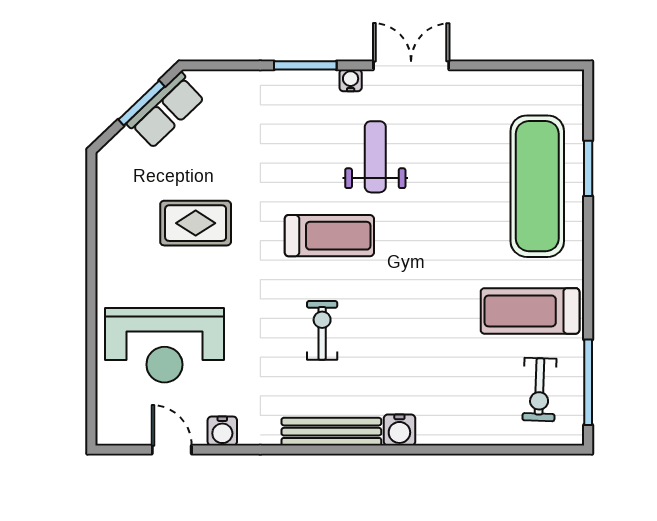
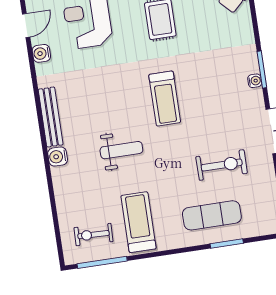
water cooler: (351, 80) -> (255, 81), moved
weight bench: (375, 157) -> (121, 150), moved
exercise mat: (537, 186) -> (212, 215), width x0.73, depth x0.69
exercise bike: (322, 330) -> (222, 165), moved, width x1.38, depth x1.39

